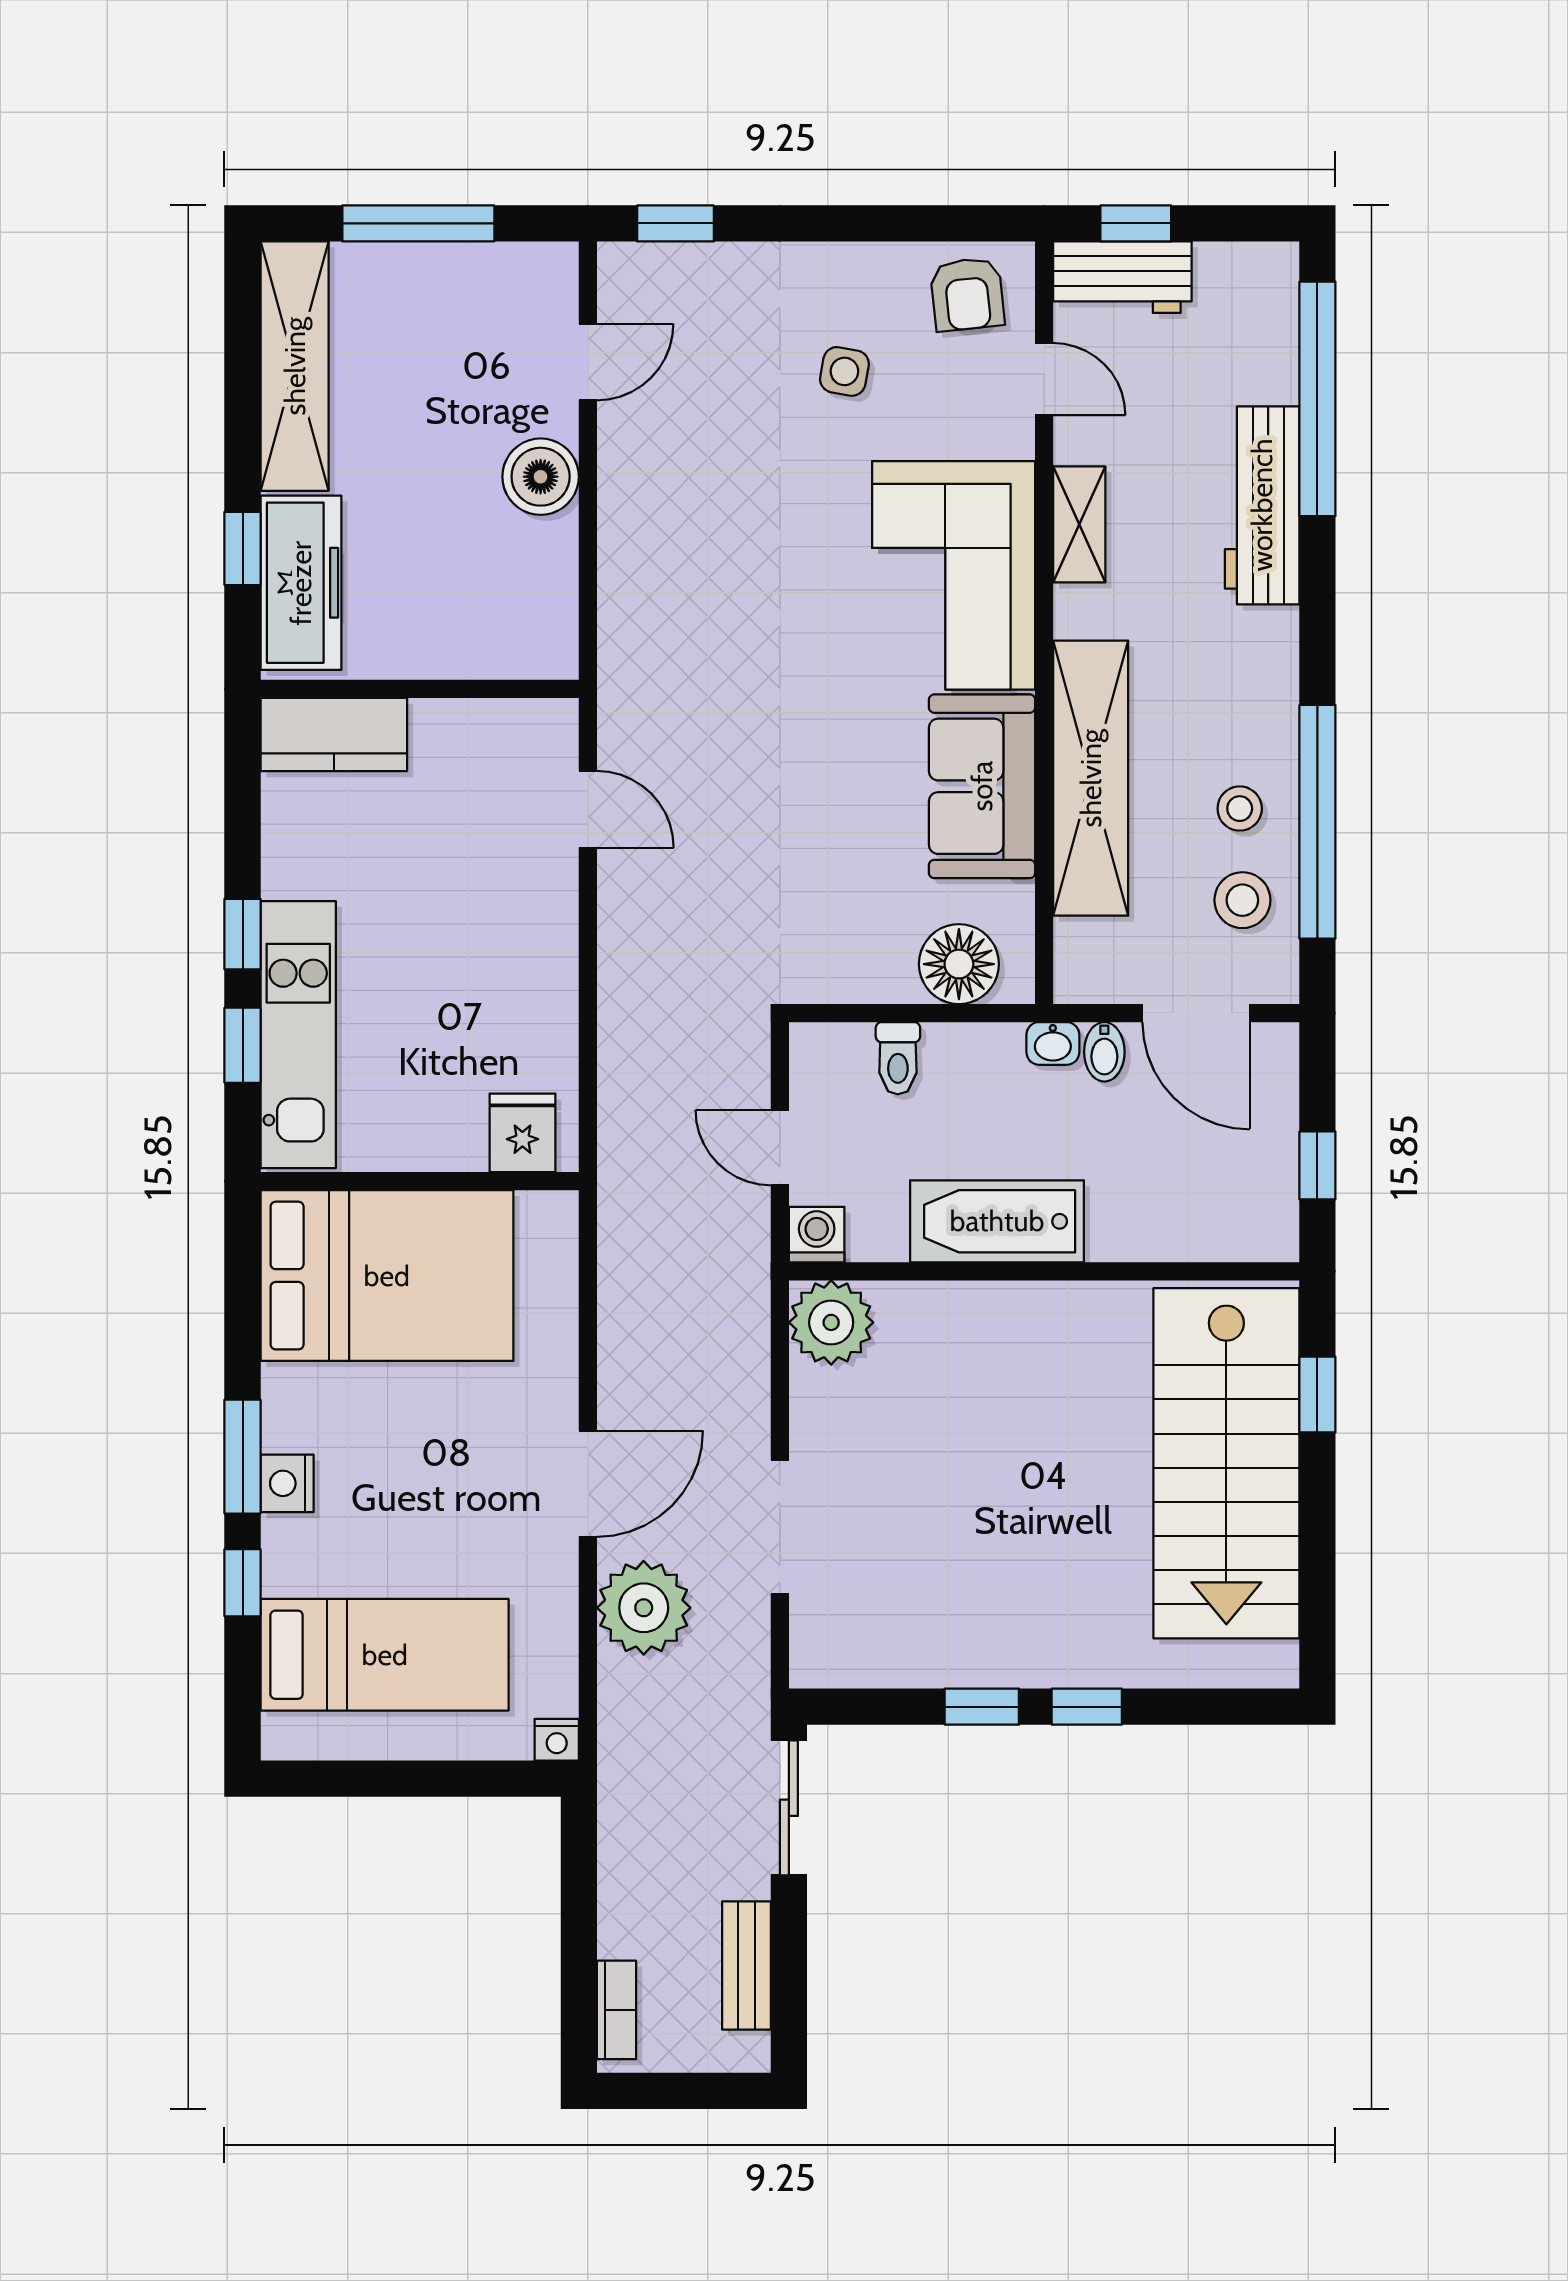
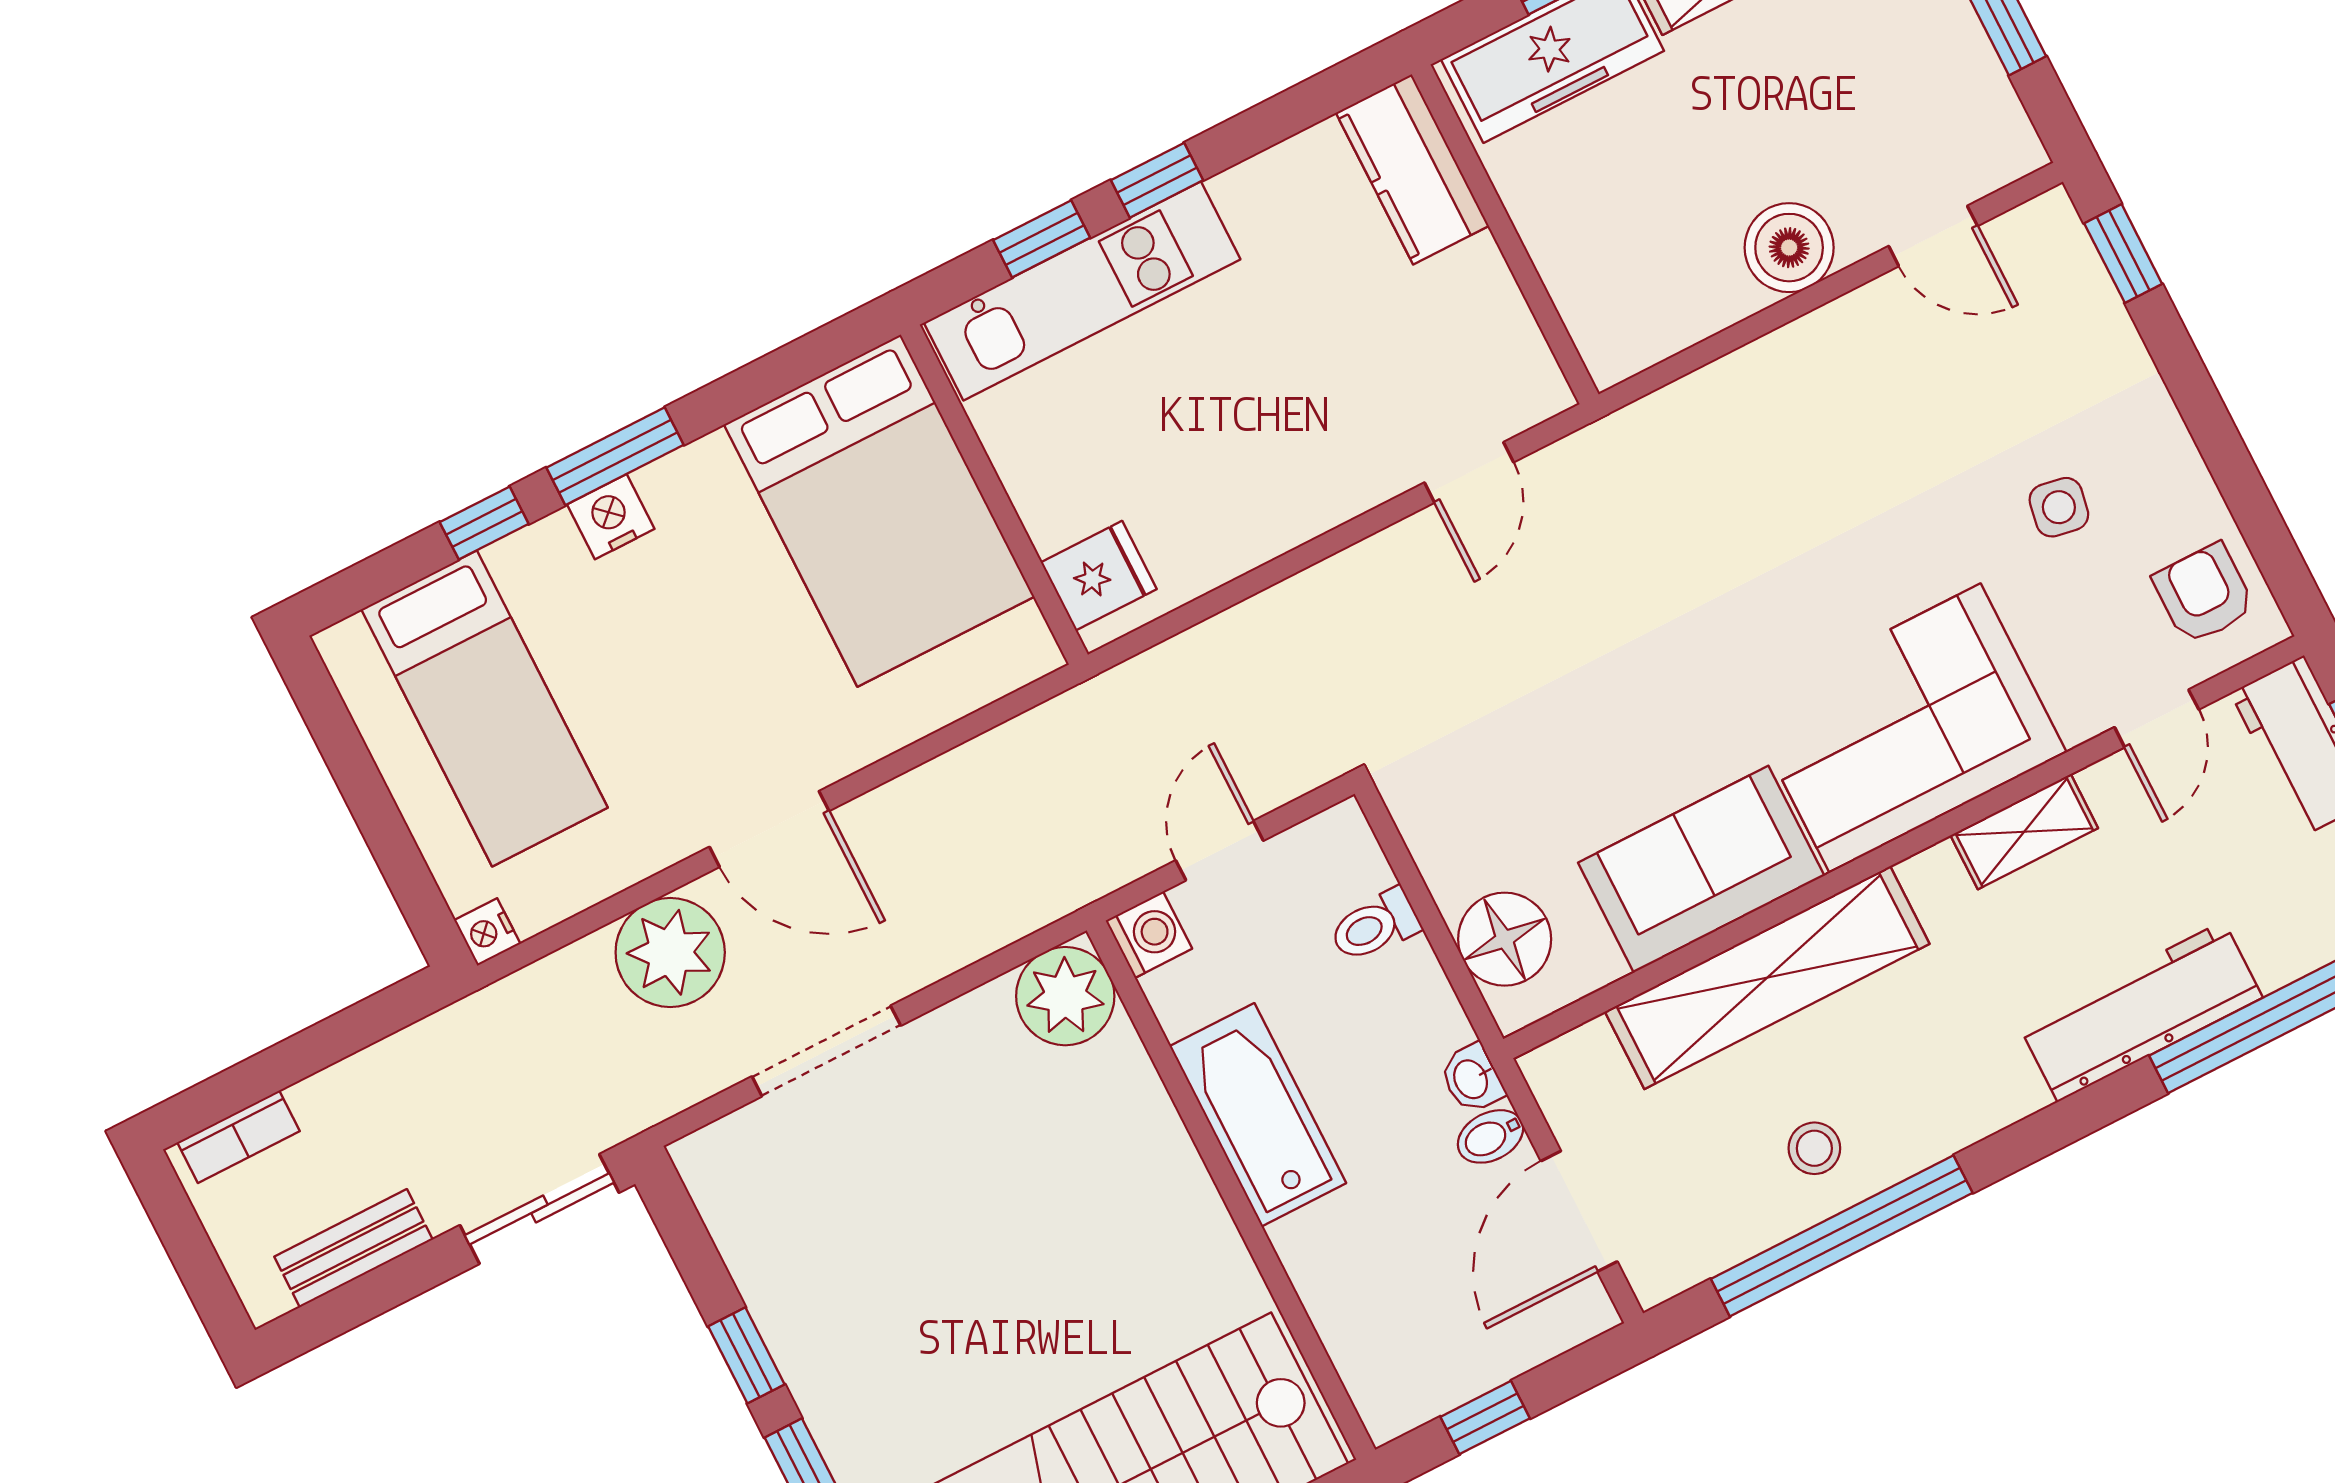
armchair: (967, 294) -> (2204, 594), turned 96
stool: (1242, 900) -> (1721, 1200), removed

